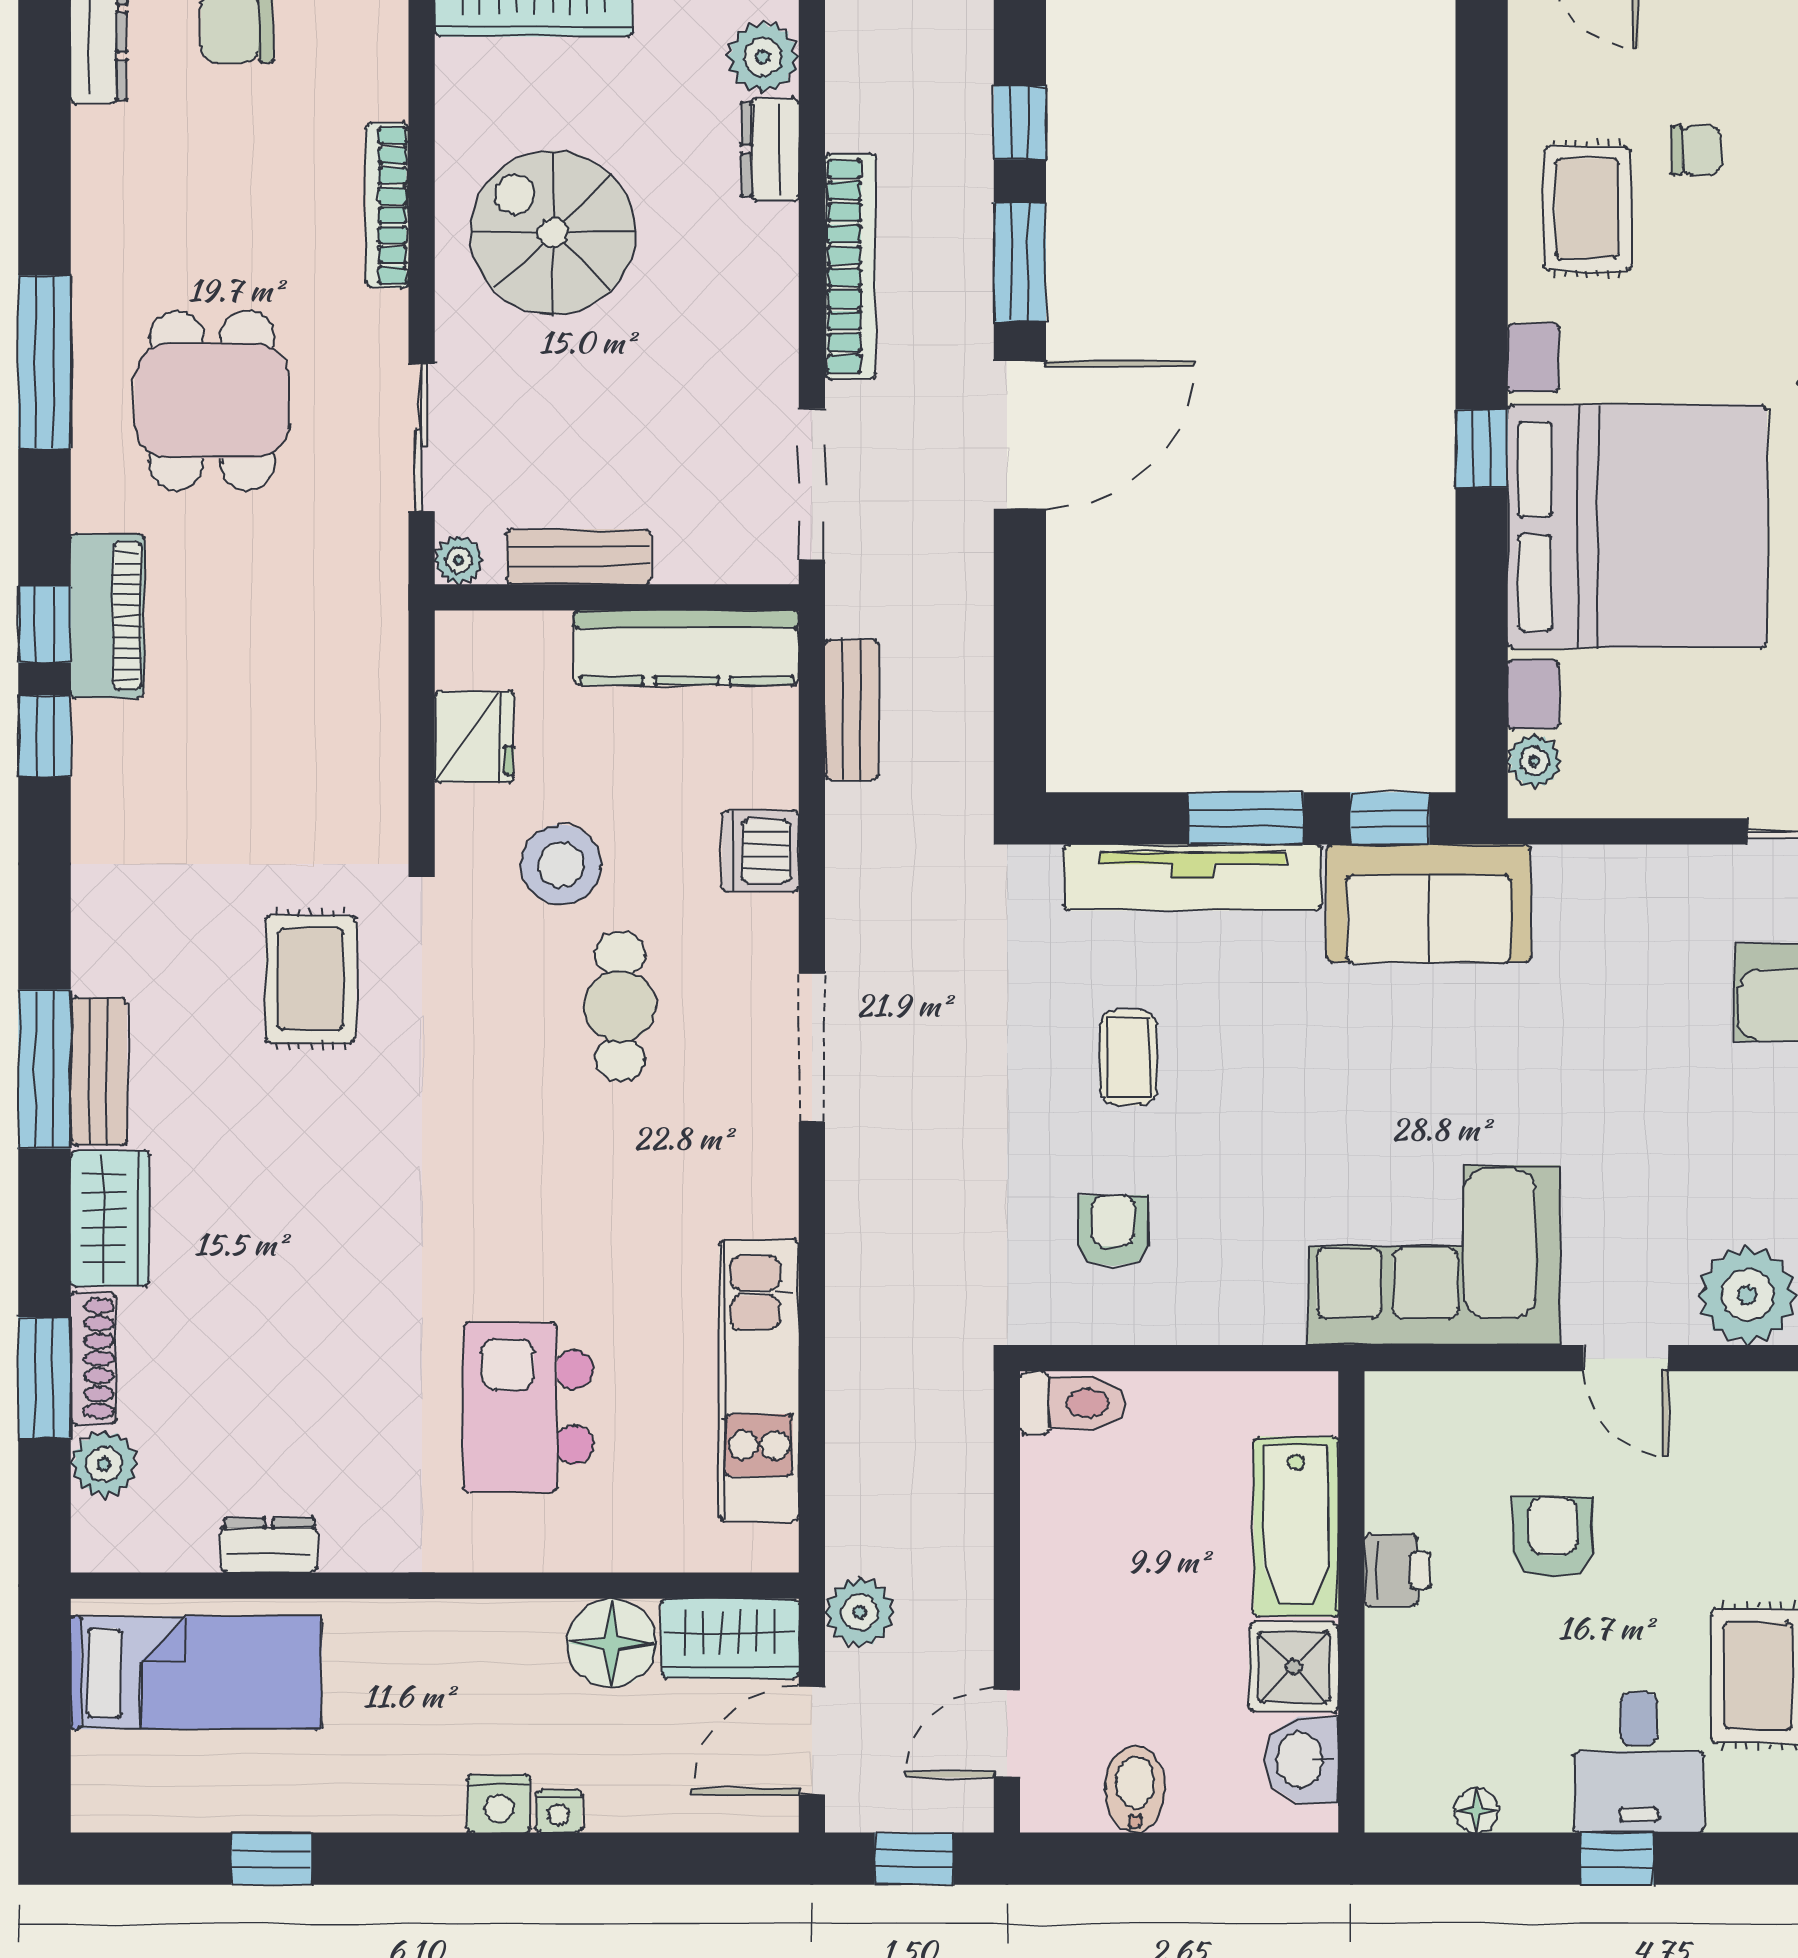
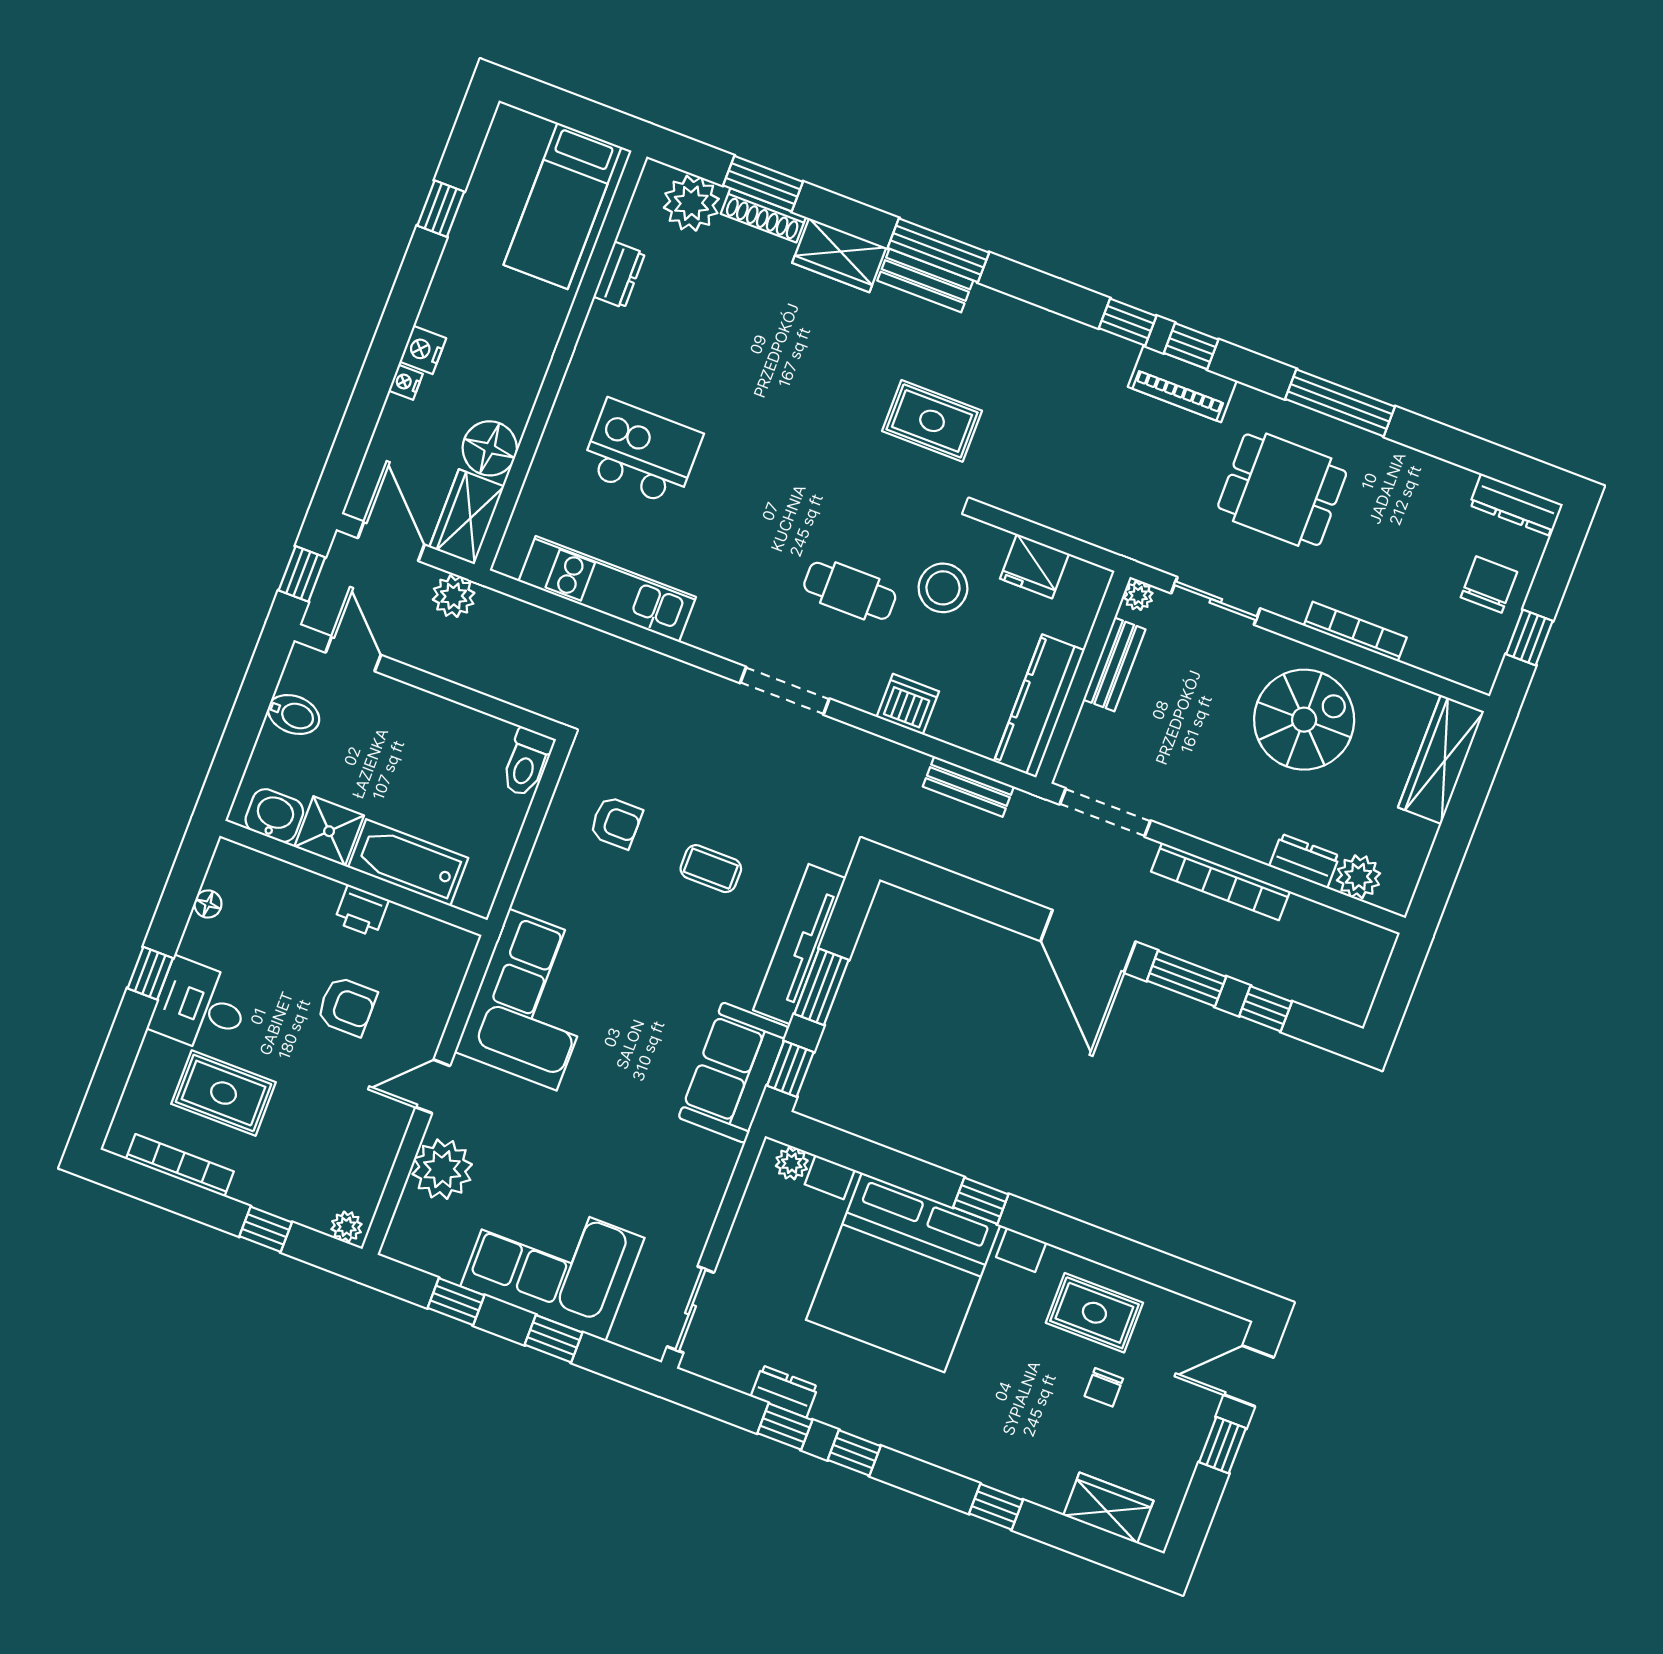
plant: (104, 1464) -> (691, 203), width x1.36, depth x1.36

